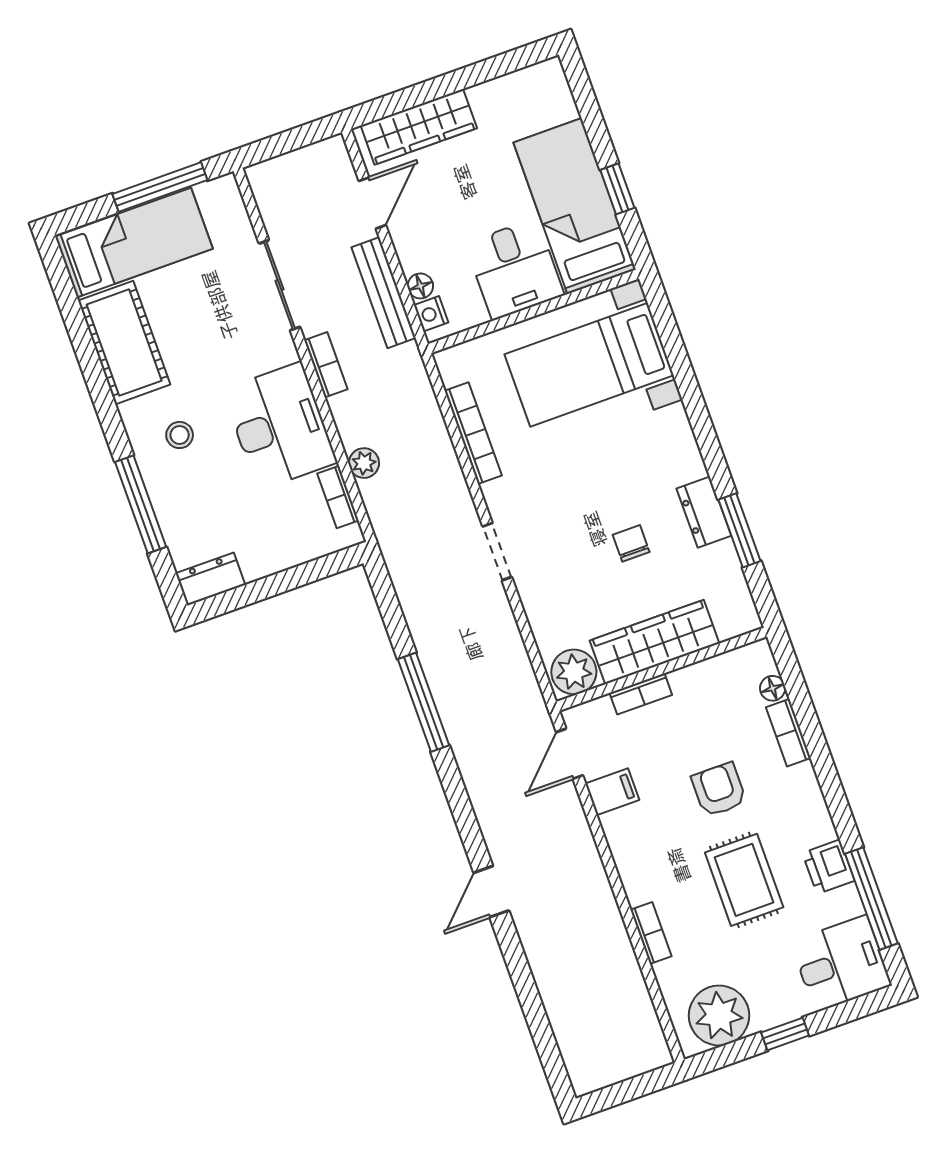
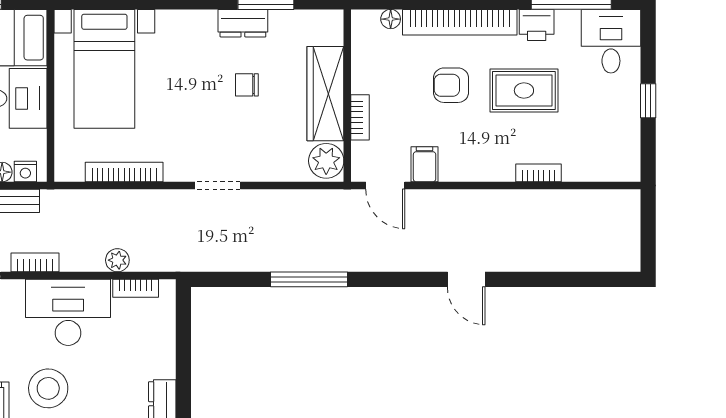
stool: (180, 435) -> (48, 388), width x1.89, depth x1.89
bookcase: (788, 733) -> (460, 22), width x2.31, depth x1.31
plant: (719, 1015) -> (617, 145), removed

